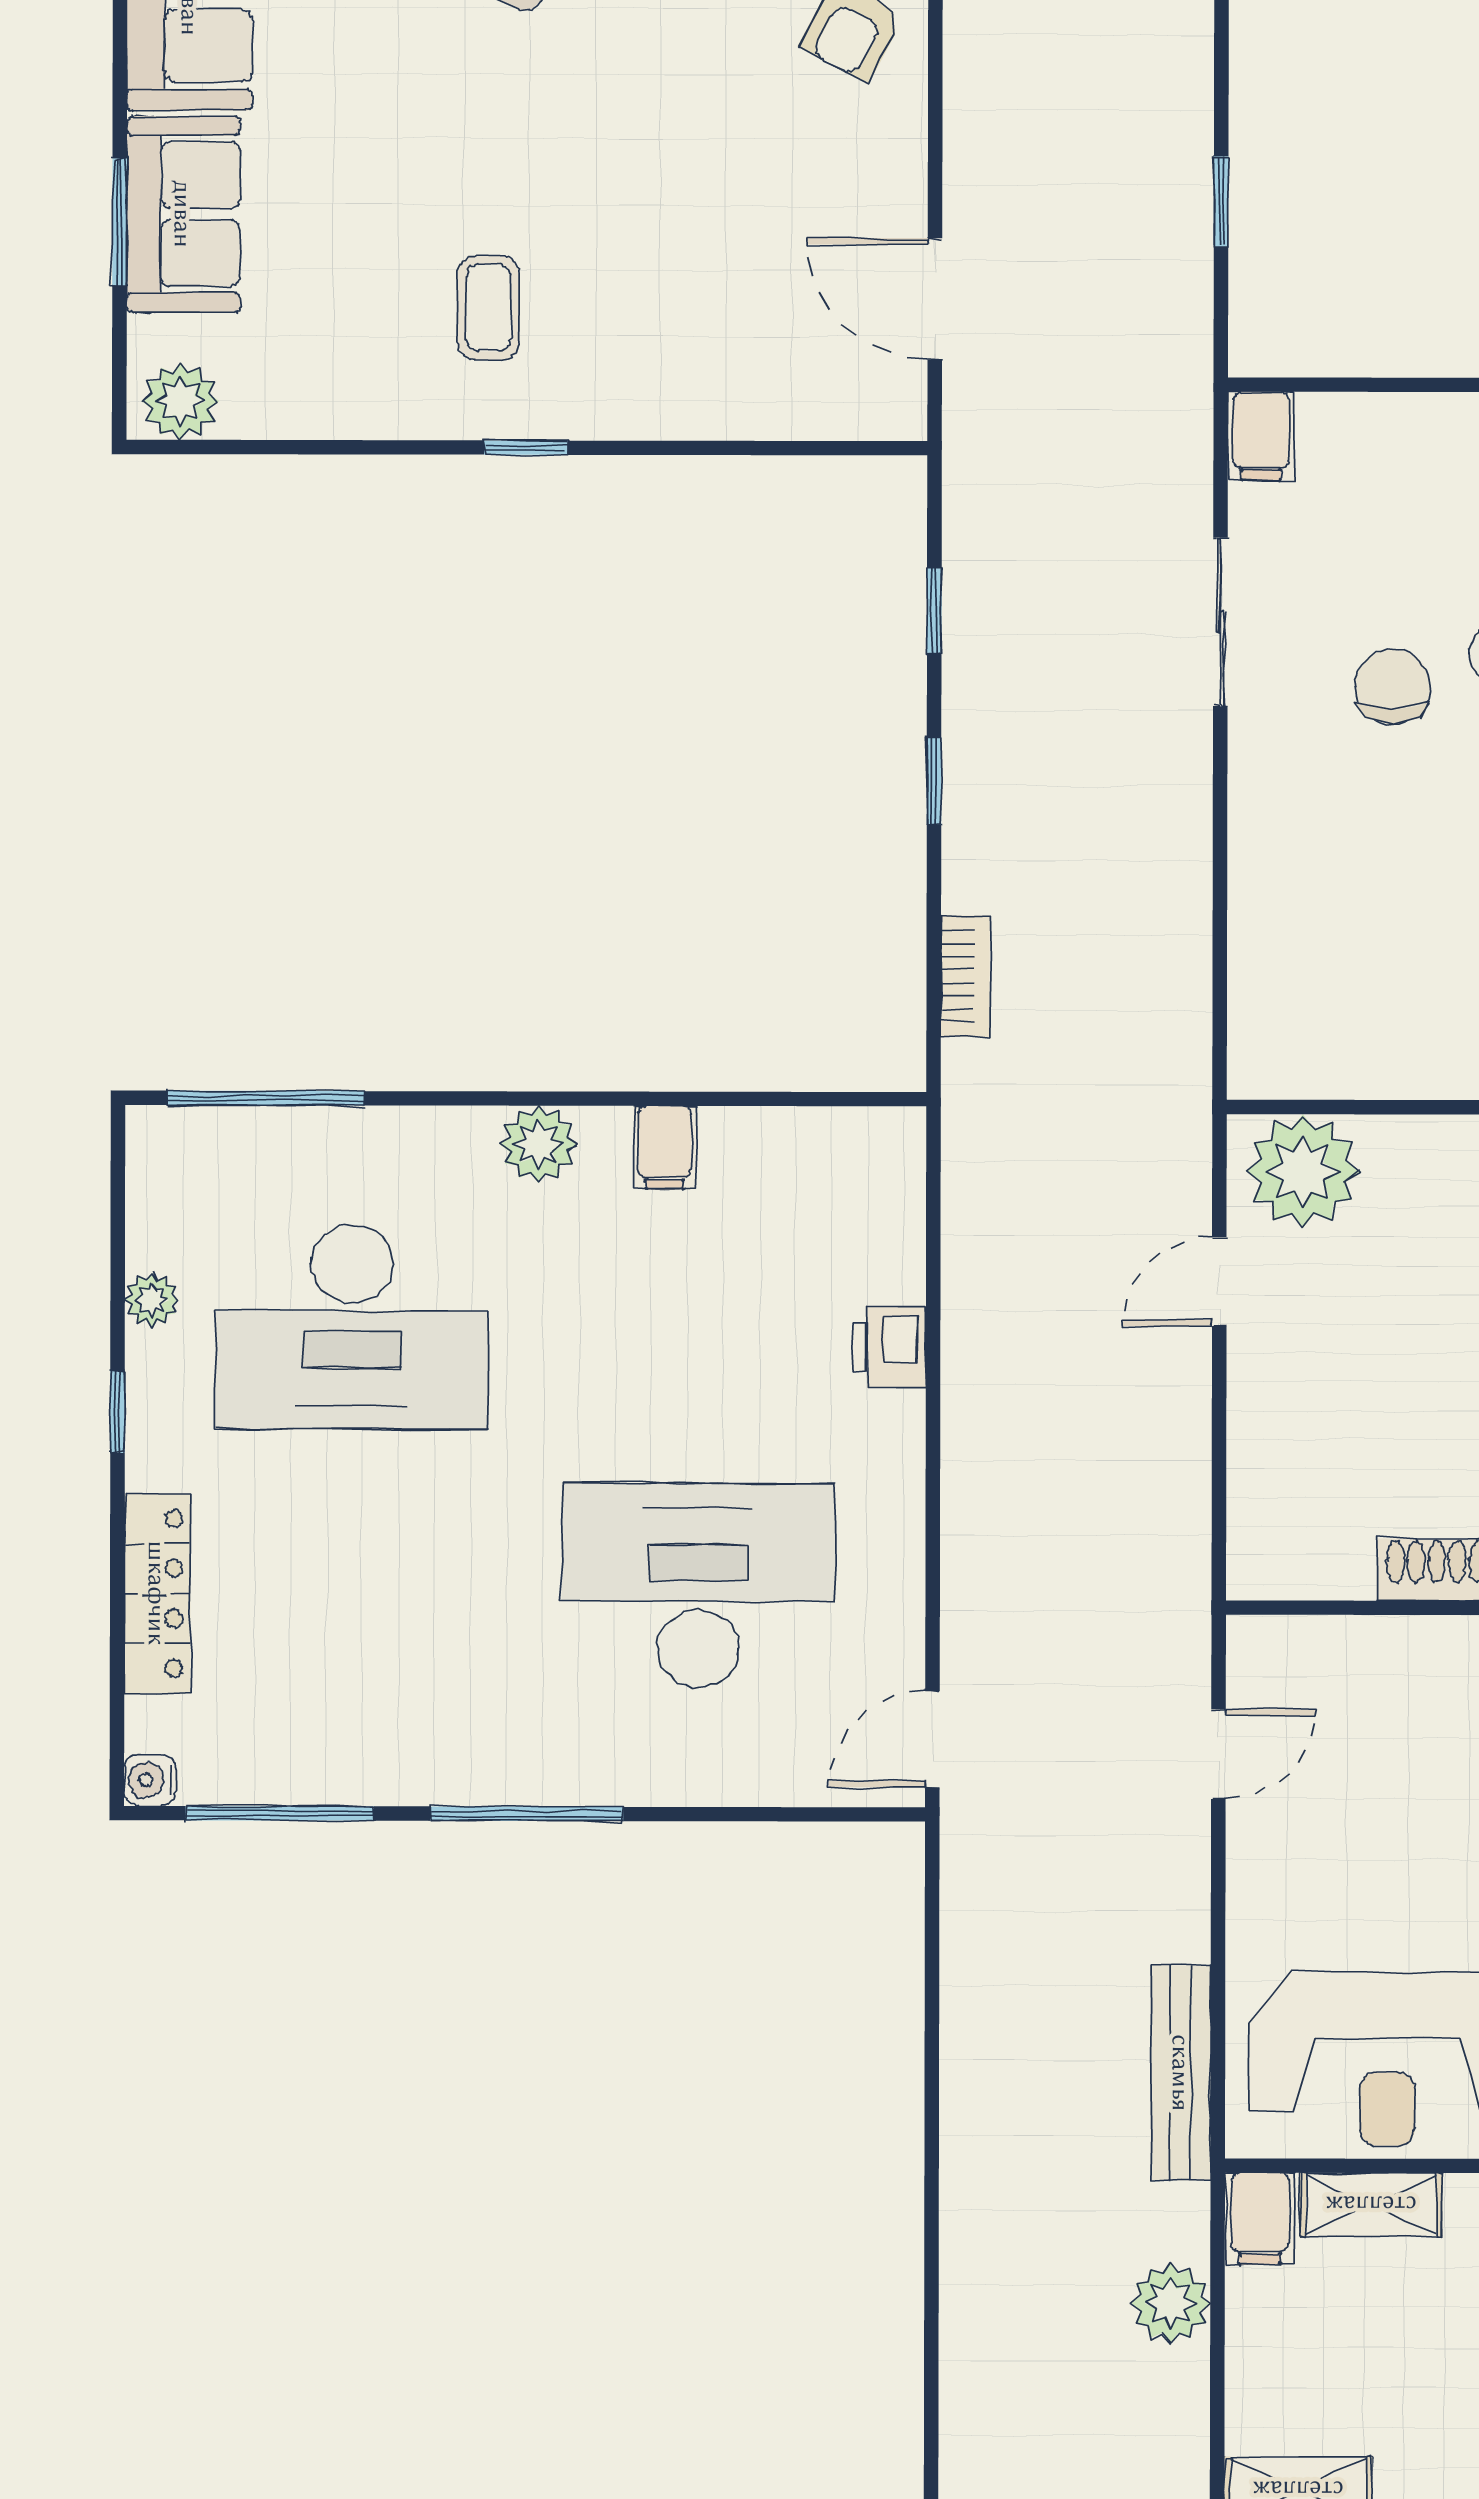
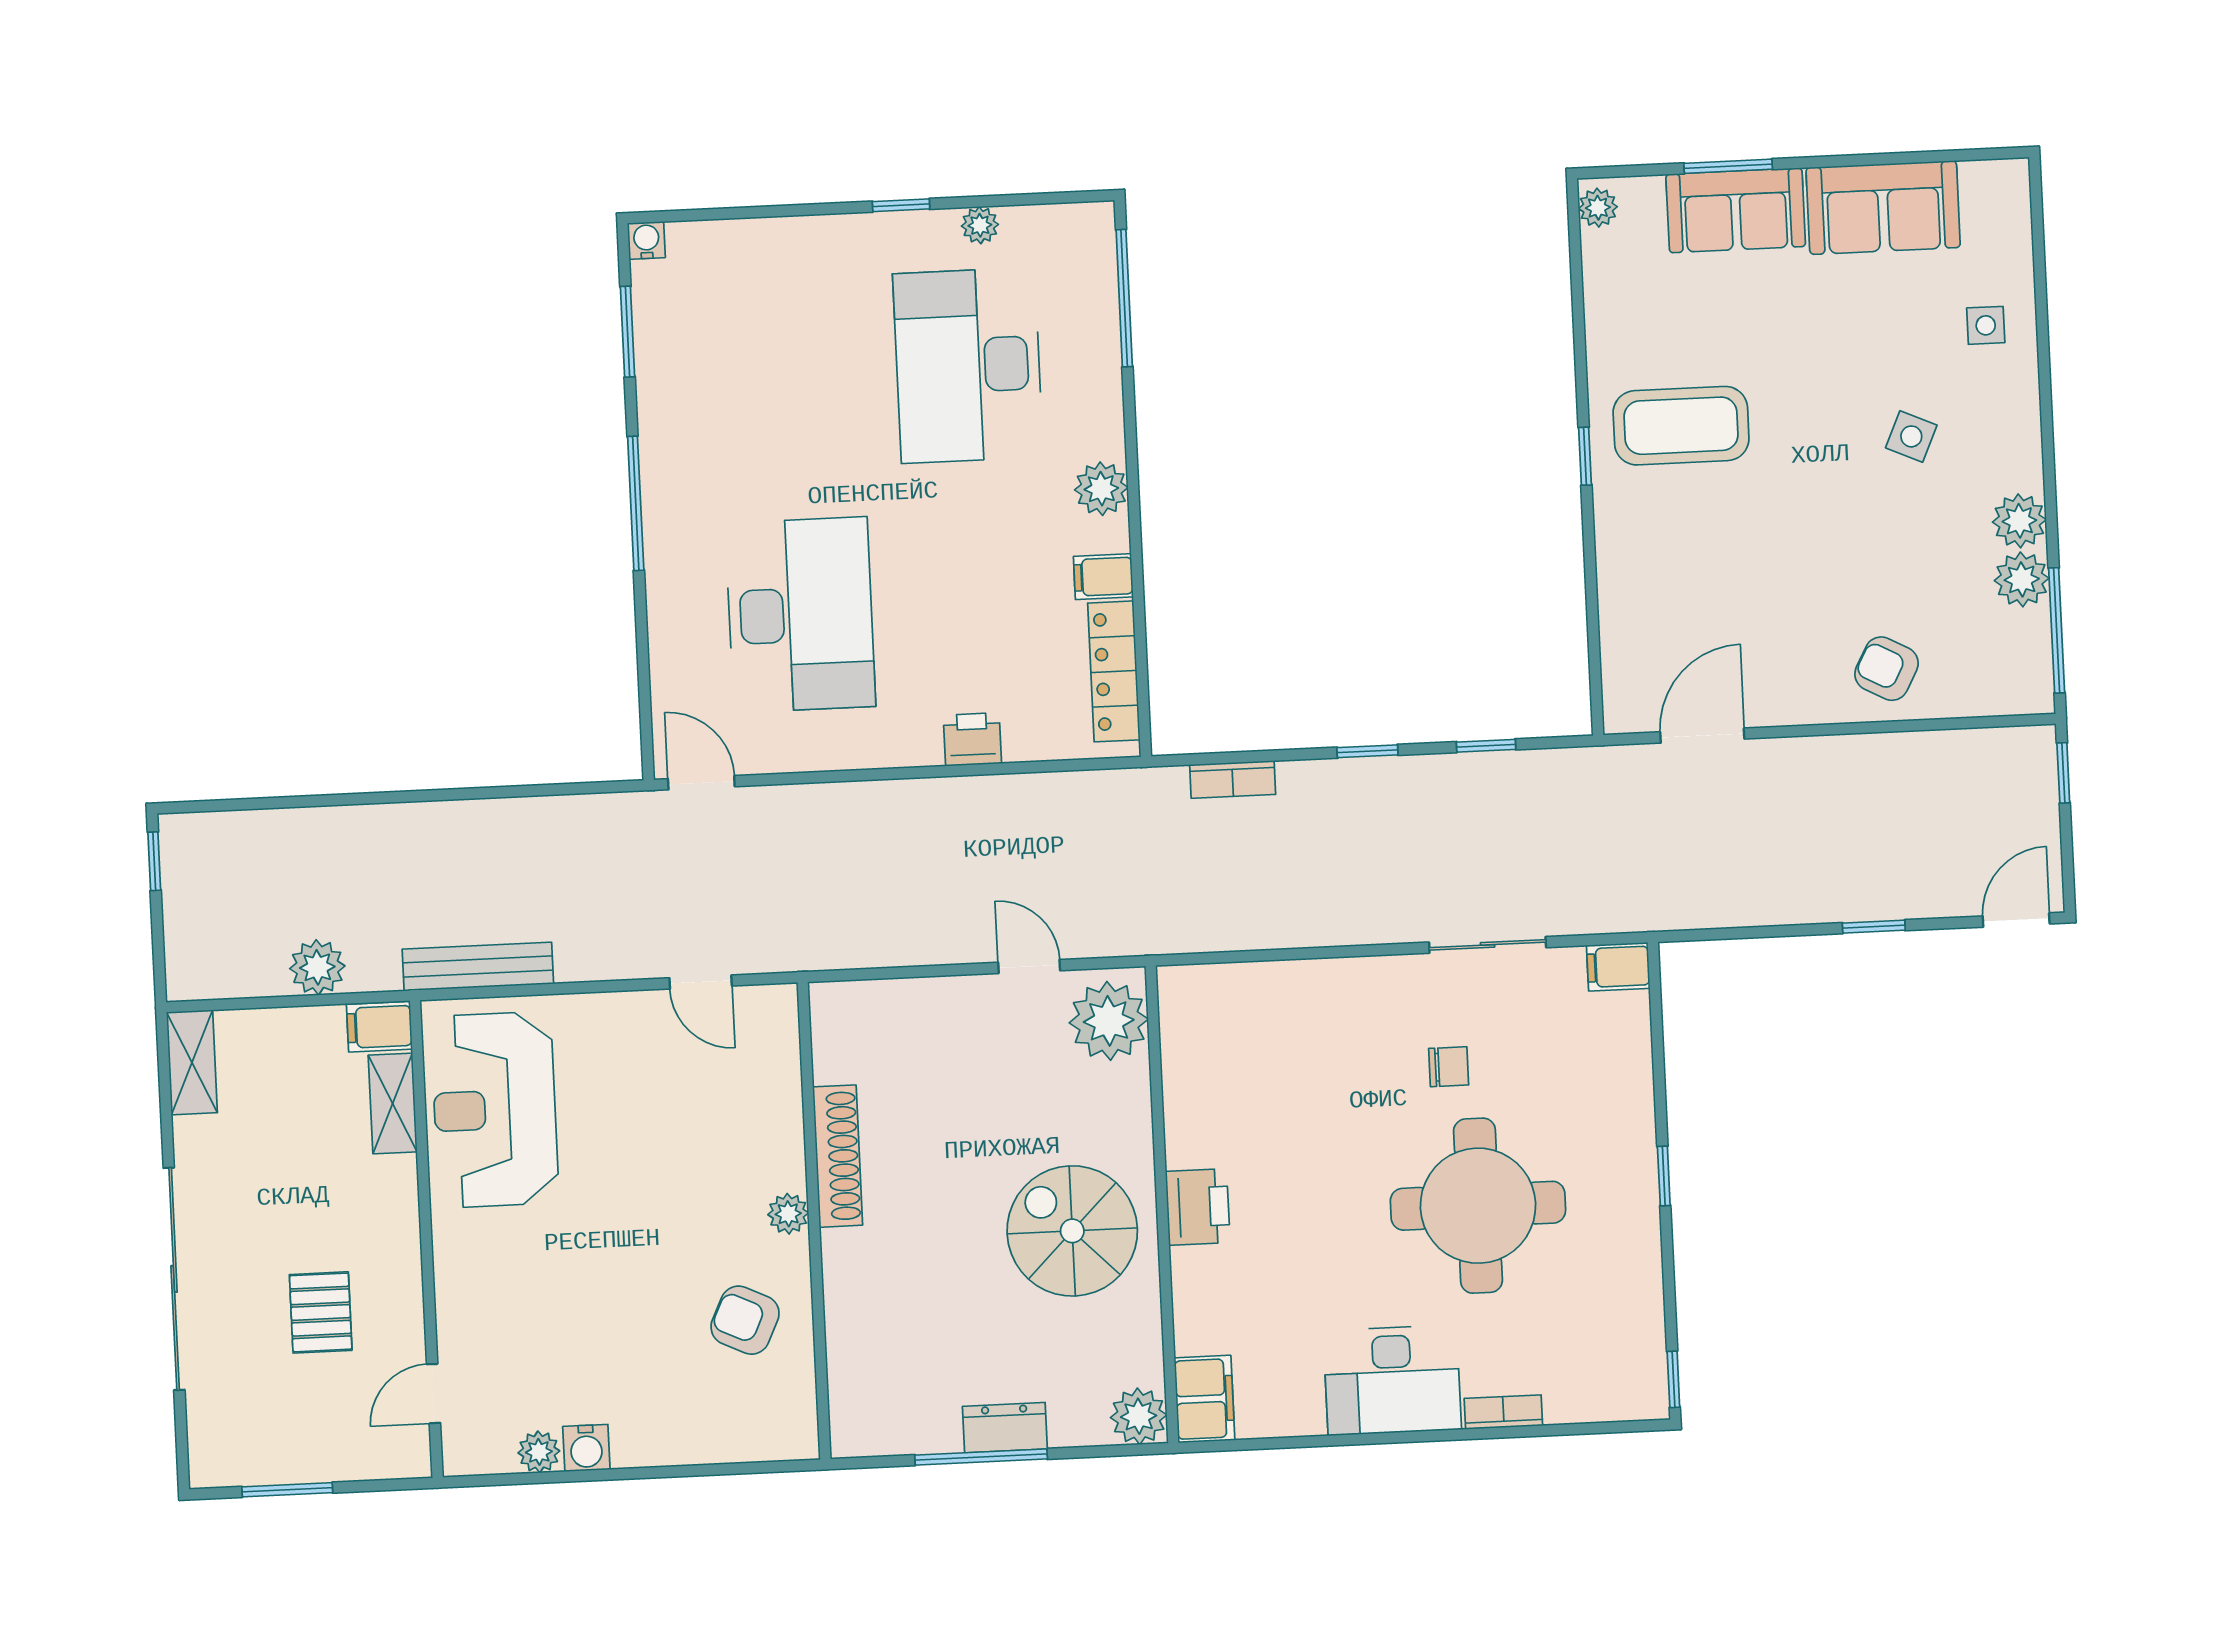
window: (1221, 201) -> (1874, 927), moved
coffee table: (489, 308) -> (1681, 426), width x1.86, depth x1.72
plant: (180, 401) -> (1598, 208), width x0.73, depth x0.73
chair: (1393, 686) -> (1449, 1067), width x0.73, depth x0.73
locker: (157, 1593) -> (1114, 671), moved, turned 90
window: (280, 1813) -> (628, 332), width x0.69

